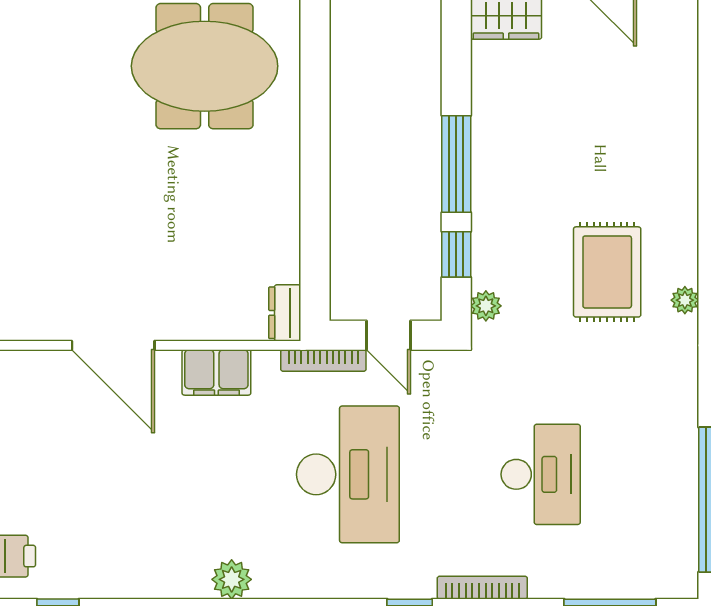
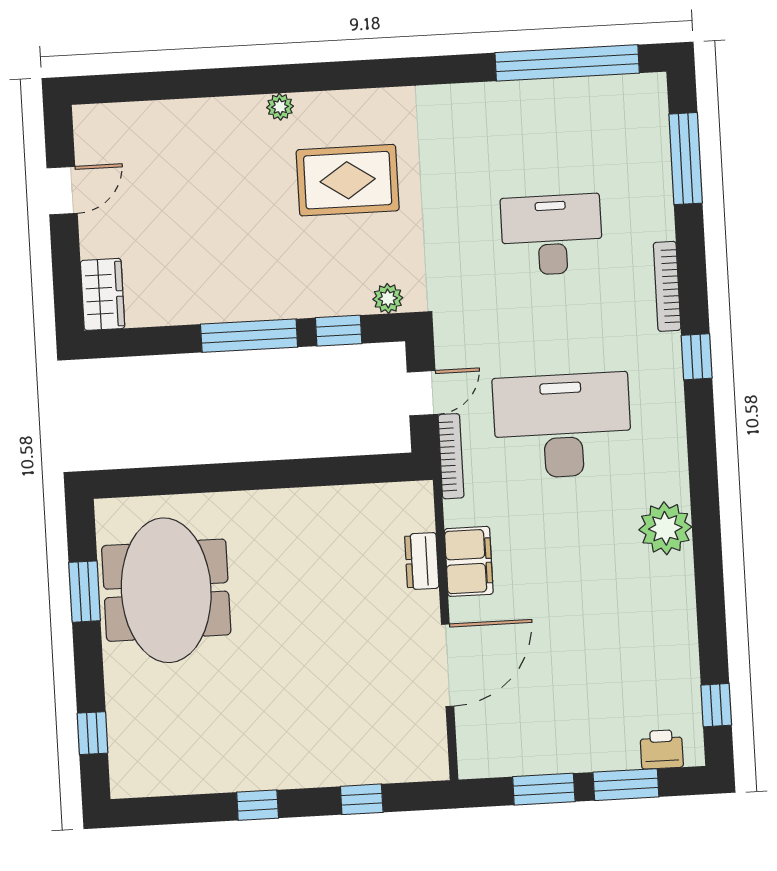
plant: (685, 300) -> (280, 107), moved
dresser: (285, 313) -> (422, 561), moved, turned 90
plant: (232, 579) -> (665, 528), width x1.36, depth x1.36

